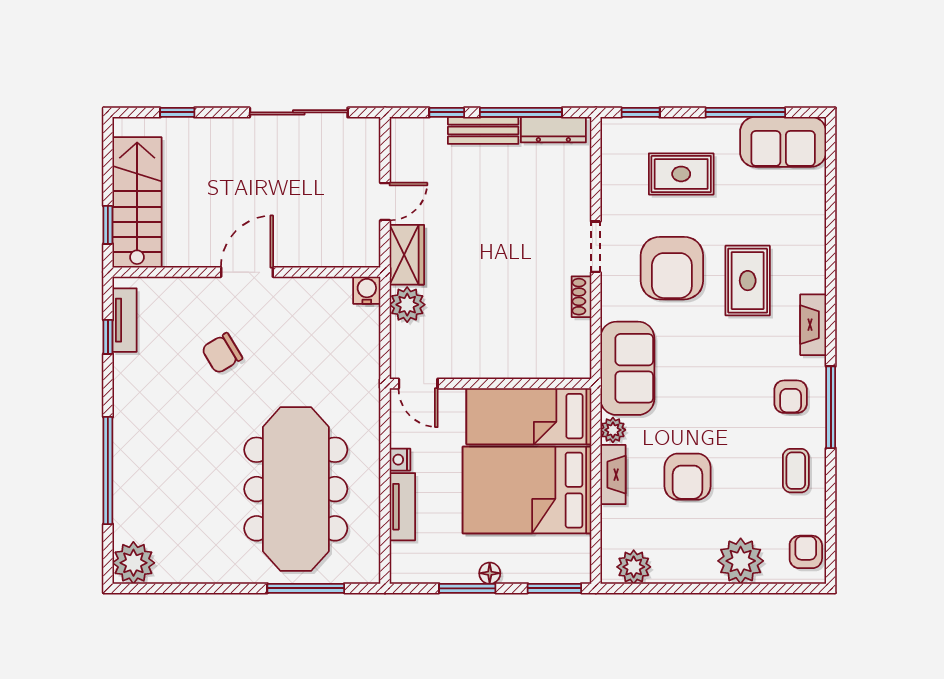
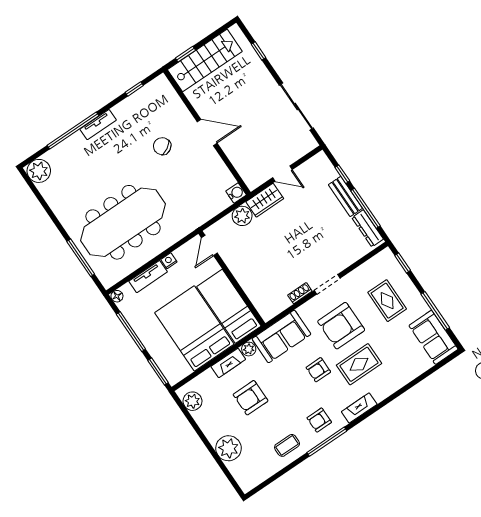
tv unit: (125, 320) -> (98, 125), moved
armchair: (806, 552) -> (318, 370), moved, turned 180
floor lamp: (490, 573) -> (117, 296), moved
window: (467, 588) -> (131, 332), width x1.44

